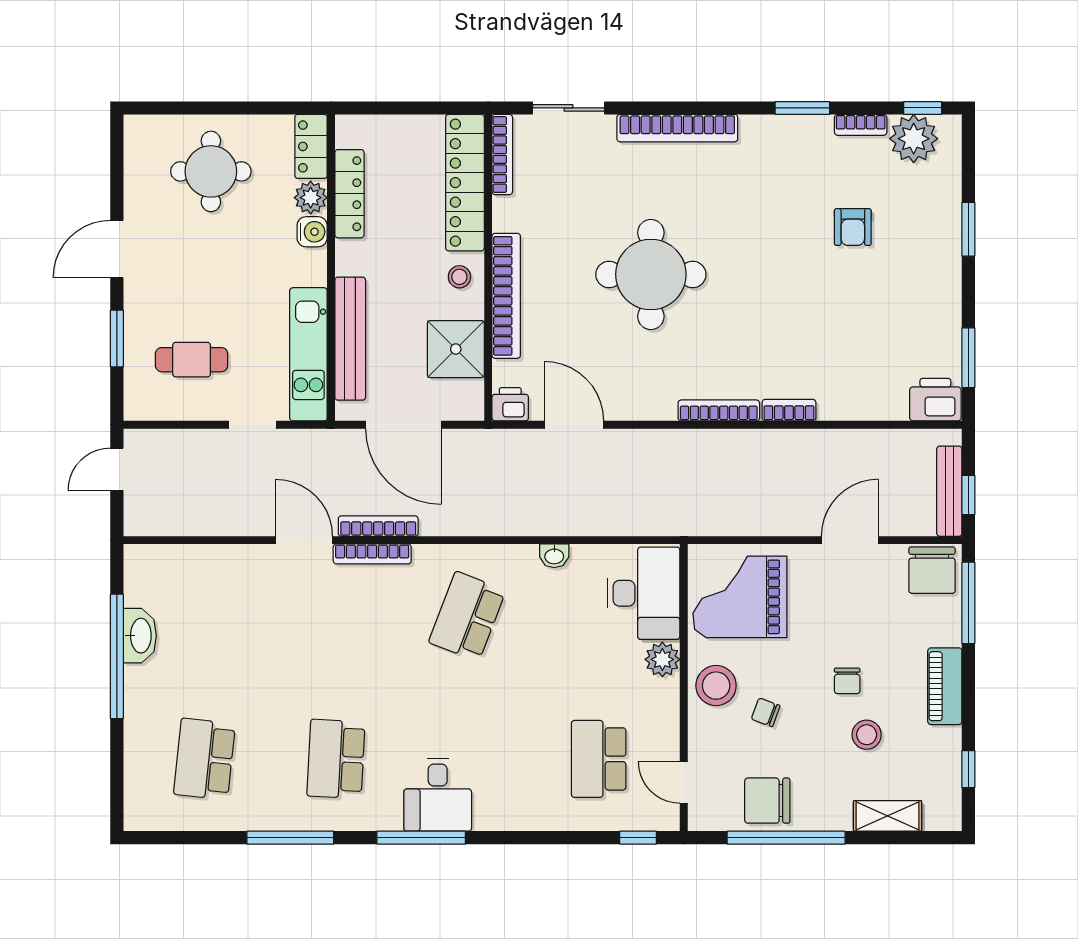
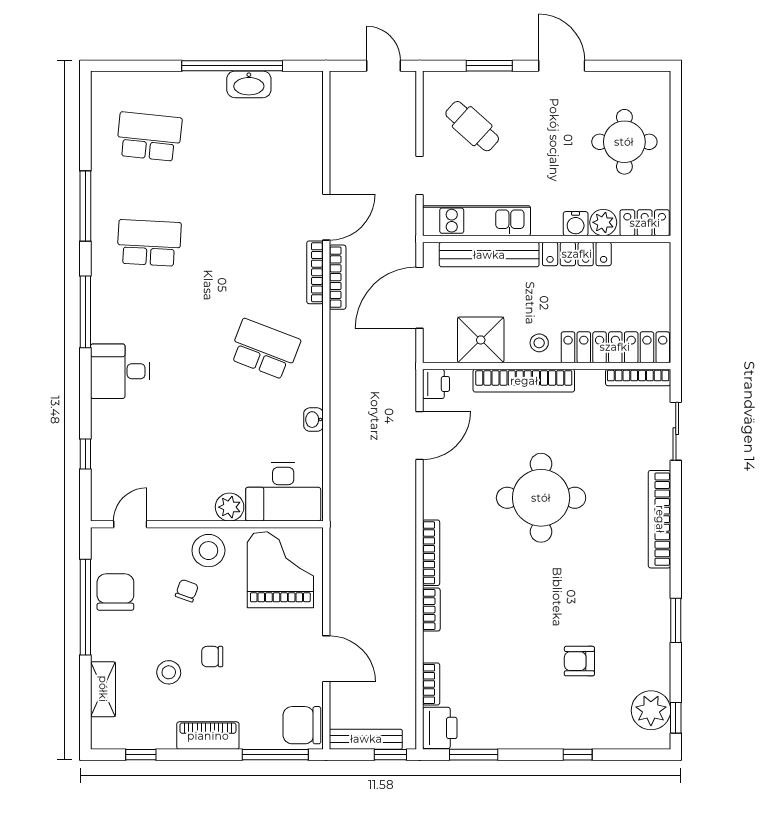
bookcase: (861, 125) -> (431, 684), moved, turned 180
locker: (349, 194) -> (577, 254), moved
window: (968, 229) -> (578, 755), width x0.67
cafe table: (192, 360) -> (472, 126), turned -48
window: (968, 495) -> (390, 755), moved
school desk: (599, 759) -> (149, 456), removed
desk: (438, 795) -> (120, 371), moved
window: (638, 838) -> (85, 454), moved

